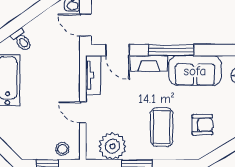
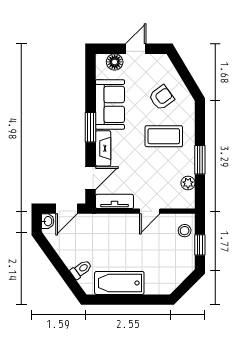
window: (171, 50) -> (91, 127), width x0.69
armchair: (202, 125) -> (161, 98), turned 54
plant: (112, 146) -> (188, 183), width x0.53, depth x0.53

